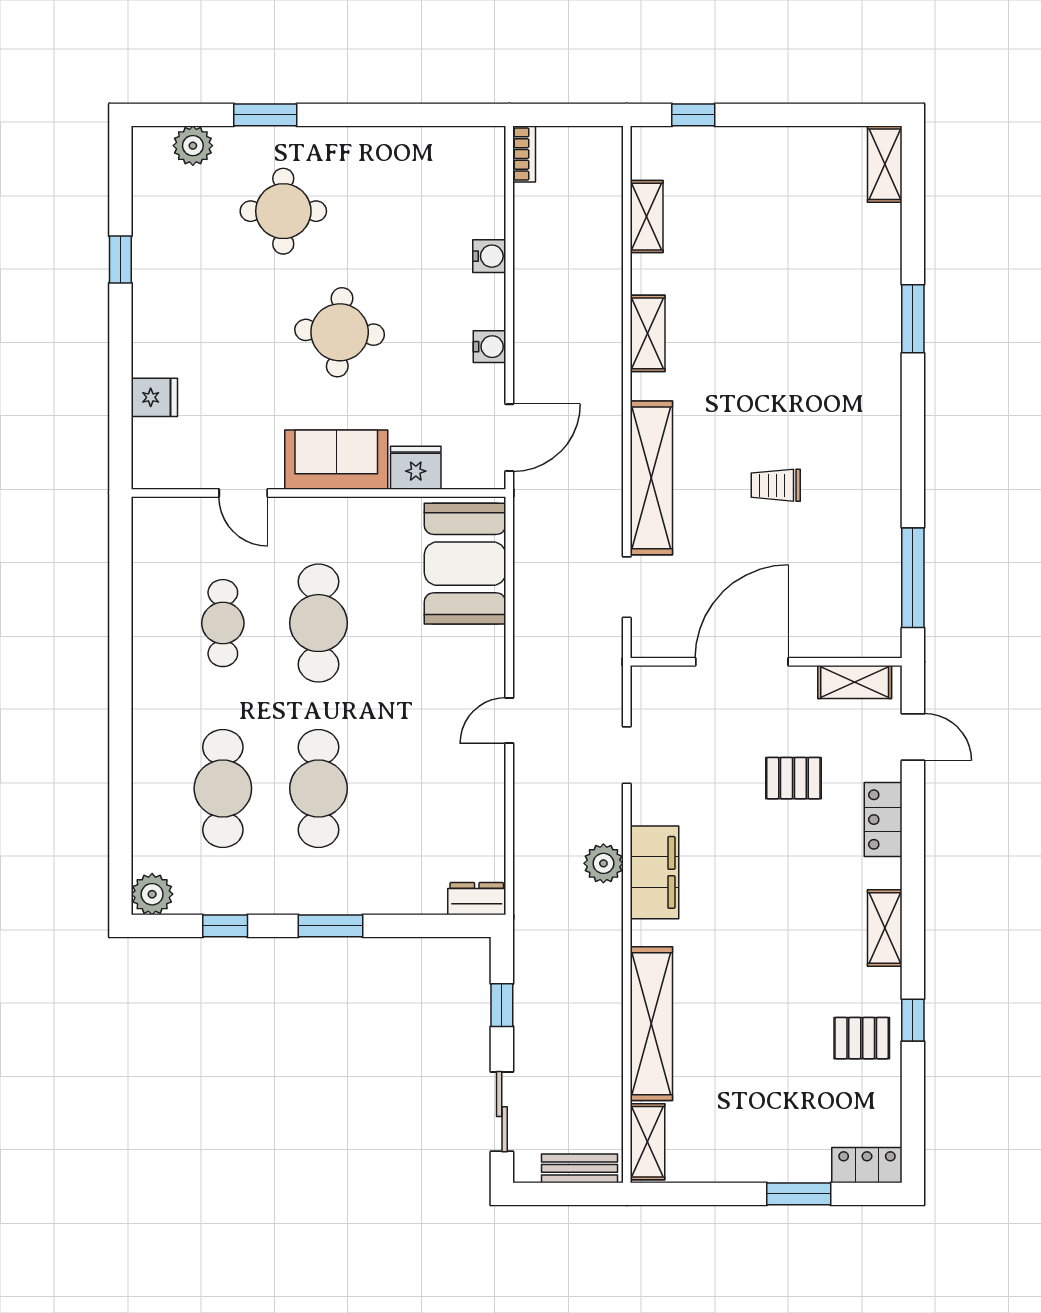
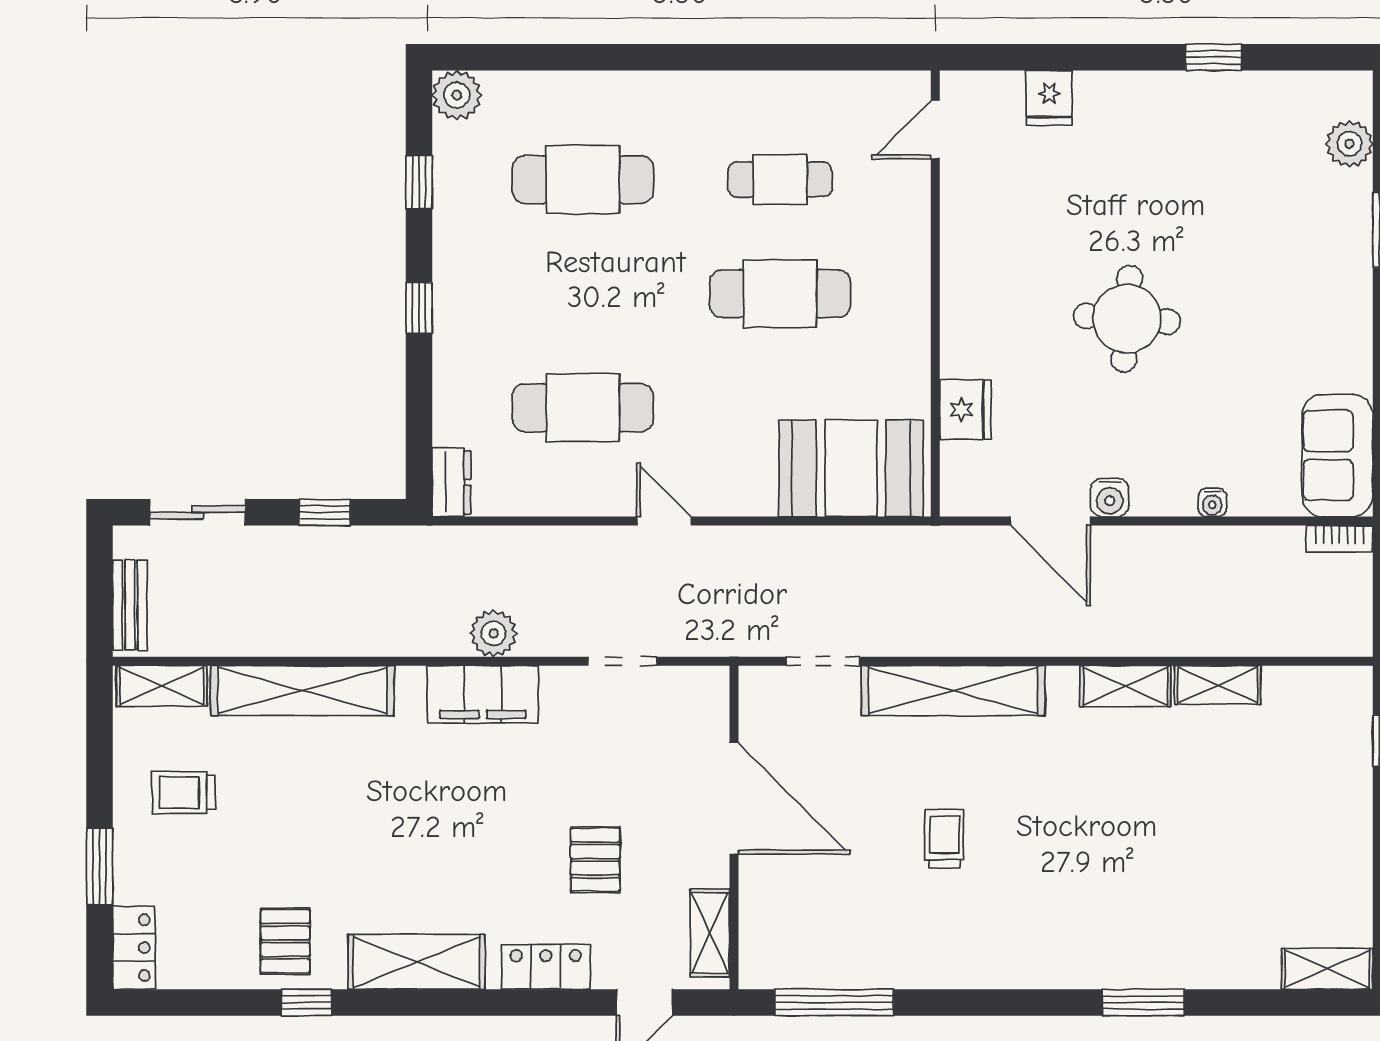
round table: (283, 211) -> (1271, 252), removed
shelving: (647, 217) -> (1218, 685), moved
water cooler: (489, 256) -> (1212, 503), width x0.72, depth x0.72
door: (509, 438) -> (1050, 521), moved
sofa: (336, 460) -> (1337, 455), moved, turned 180
door: (243, 493) -> (935, 130), moved
cafe table: (318, 789) -> (583, 408), moved
window: (330, 926) -> (419, 308), width x0.67
shelving: (885, 928) -> (417, 962), width x1.50, depth x1.33
trolley: (737, 1123) -> (184, 792), added

